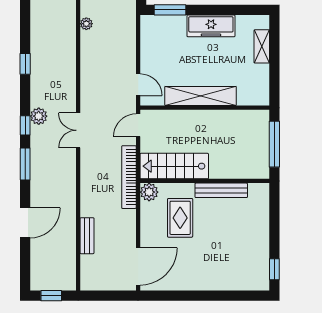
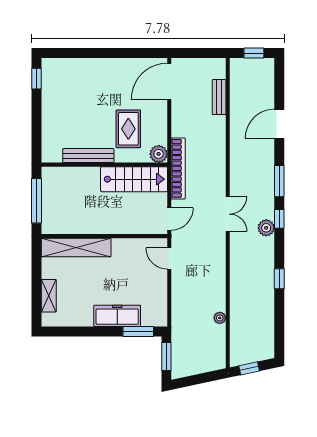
freezer: (211, 26) -> (117, 316), moved
shelving: (201, 96) -> (76, 247), moved
bench: (87, 236) -> (219, 97), moved

